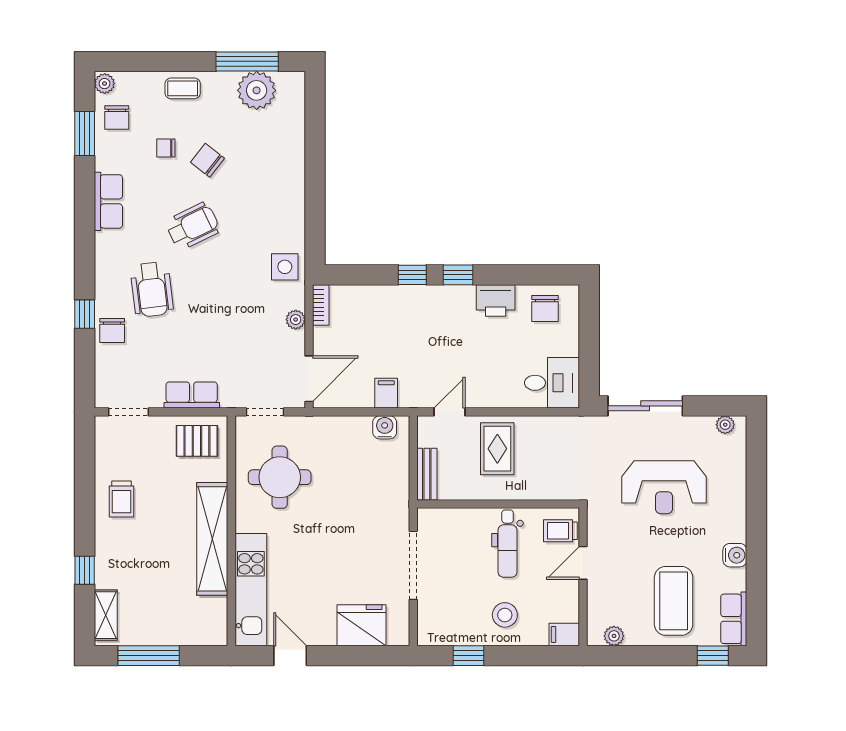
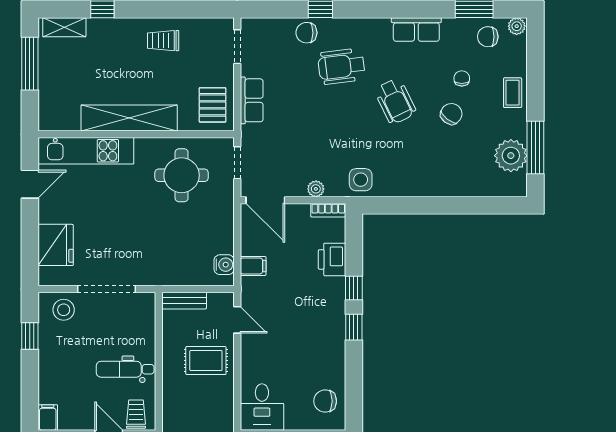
printer: (496, 300) -> (332, 259), moved
stool: (505, 615) -> (64, 310), moved

